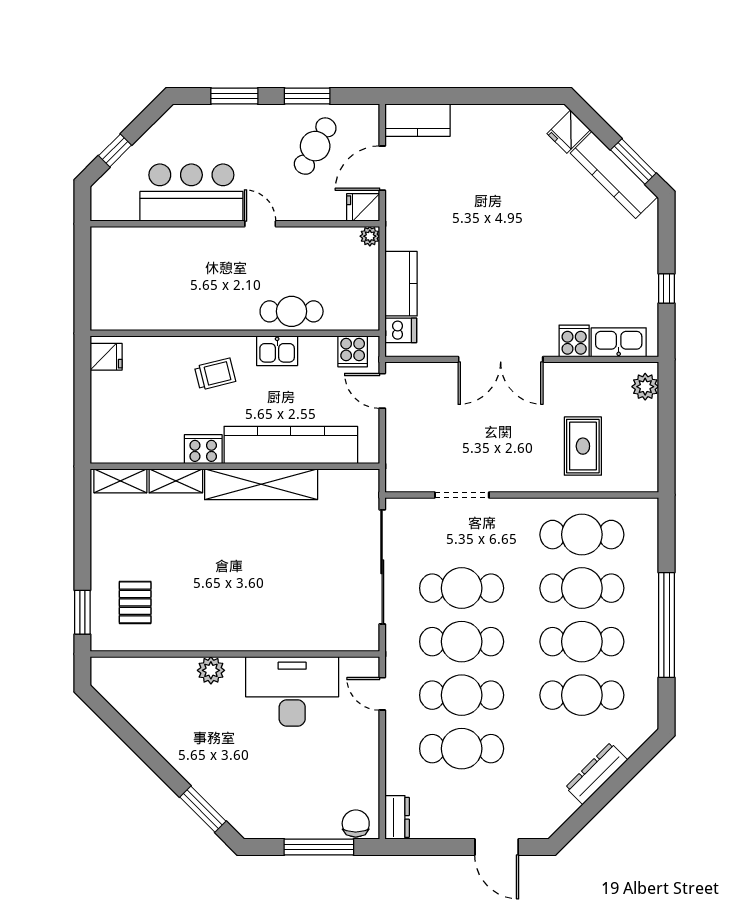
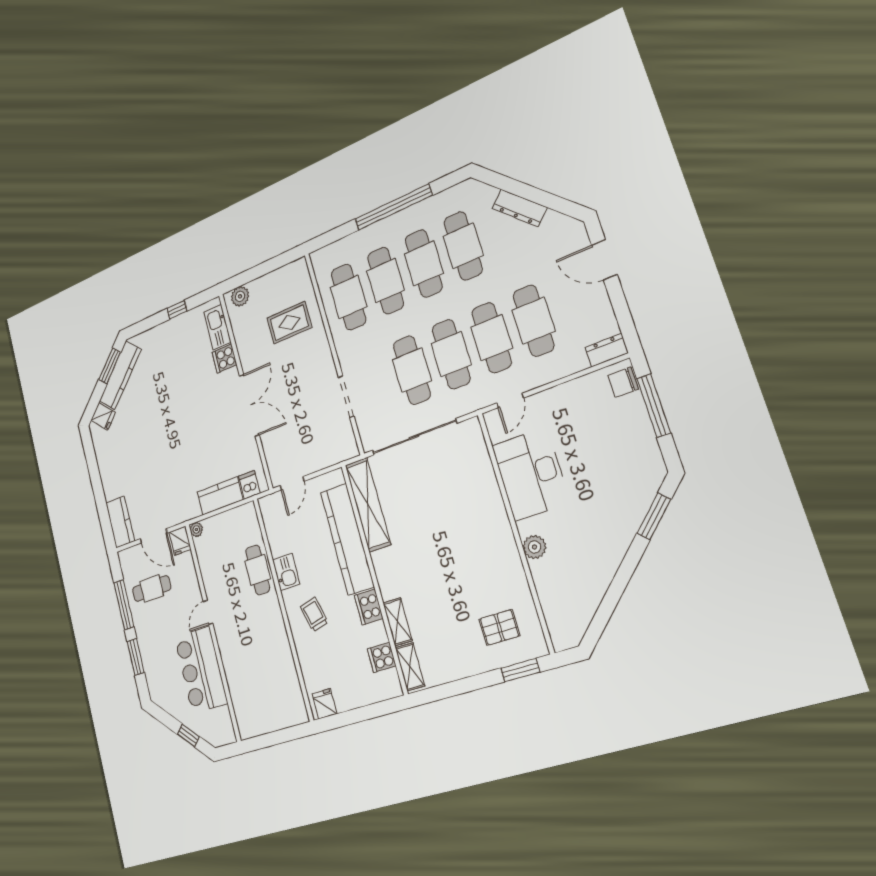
window: (307, 96) -> (124, 605), width x1.44
cafe table: (315, 146) -> (152, 589), turned -30
cooker: (353, 351) -> (382, 657), moved, turned 180
shelving: (261, 484) -> (368, 505), moved
door: (497, 847) -> (604, 260), swing flipped

